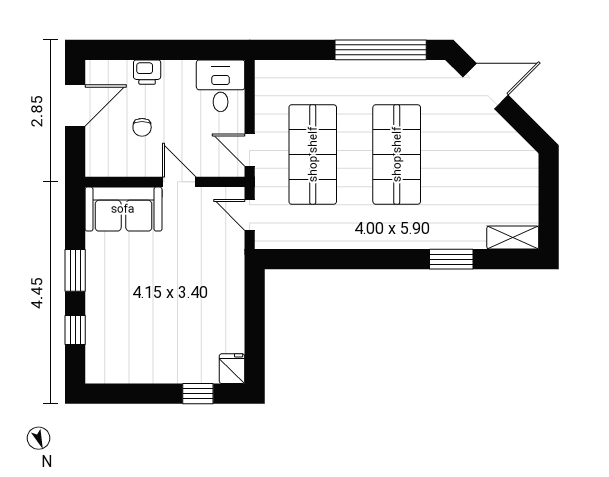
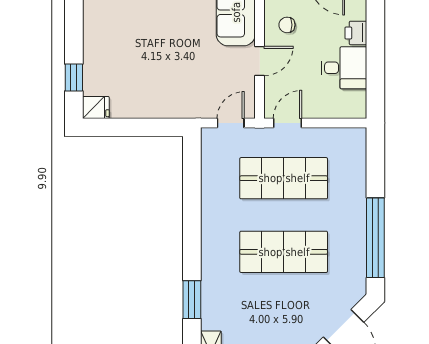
desk: (221, 86) -> (344, 68), moved
chair: (142, 127) -> (287, 25), moved

